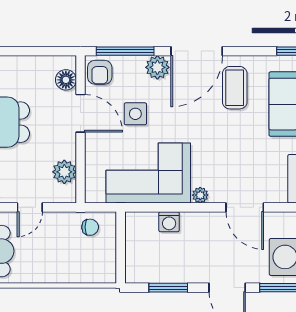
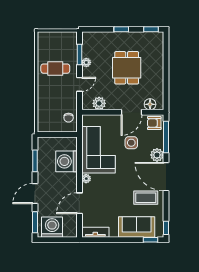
door: (30, 207) -> (79, 84), swing flipped
washing machine: (169, 222) -> (67, 161), width x1.89, depth x1.89

